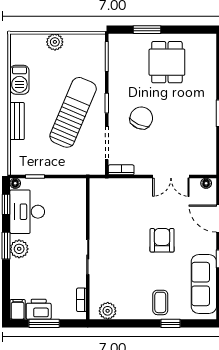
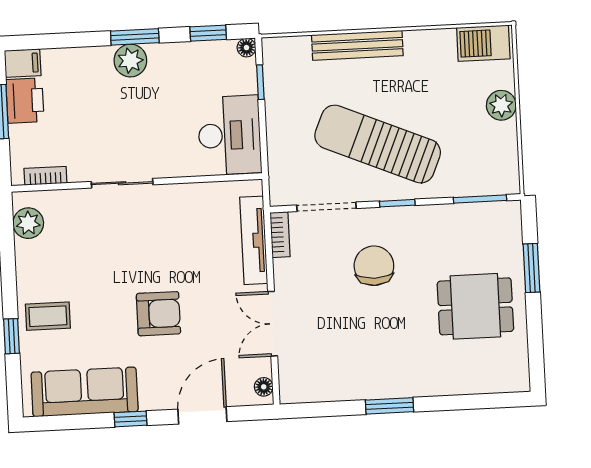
barbecue: (19, 80) -> (483, 43), moved
sun lounger: (73, 112) -> (378, 144), turned 180
chair: (141, 118) -> (374, 266), turned -114
bench: (17, 121) -> (357, 45), width x1.36
tv unit: (124, 185) -> (254, 240), added
desk: (27, 212) -> (230, 135), moved, turned 90

